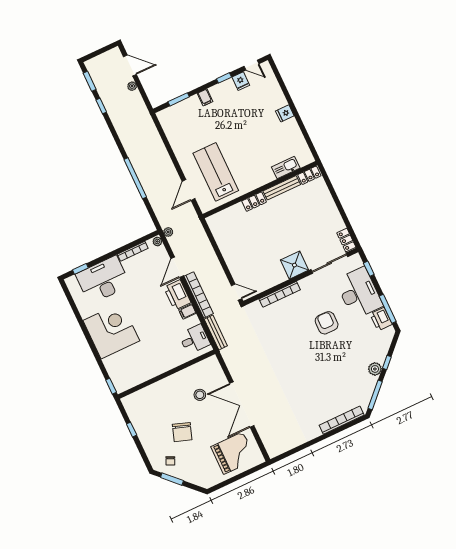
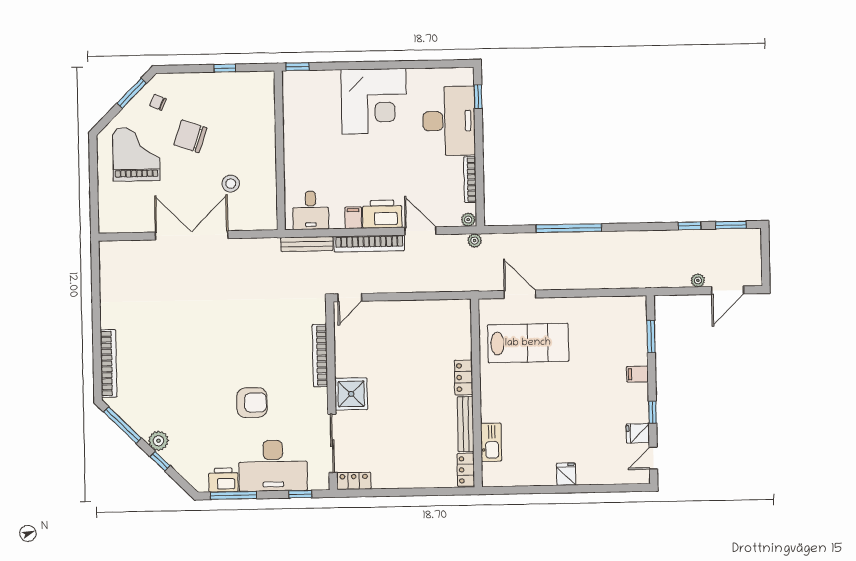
grand piano: (233, 453) -> (136, 154), moved, turned 180

